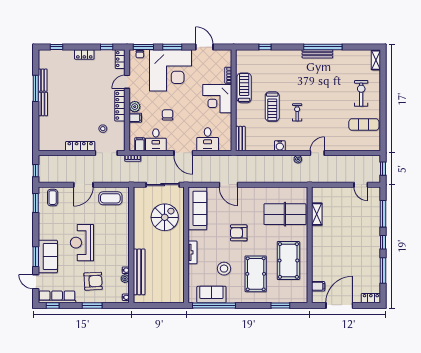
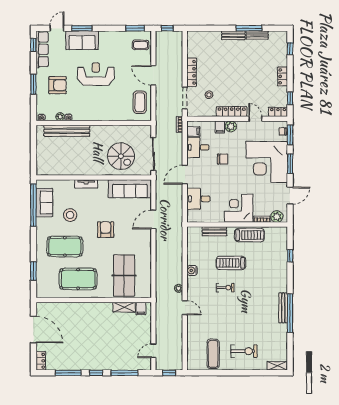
plant: (226, 60) -> (277, 217), added
bench: (240, 139) -> (214, 231), moved
armchair: (93, 281) -> (58, 85), turned -87
filing cabinet: (318, 286) -> (141, 309), moved

